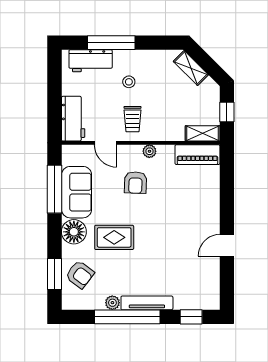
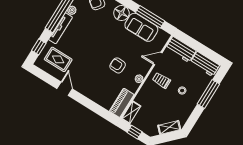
workbench: (91, 61) -> (205, 64), moved, turned -90
armchair: (135, 183) -> (118, 65), moved
rug: (114, 237) -> (58, 59), moved, turned 90

